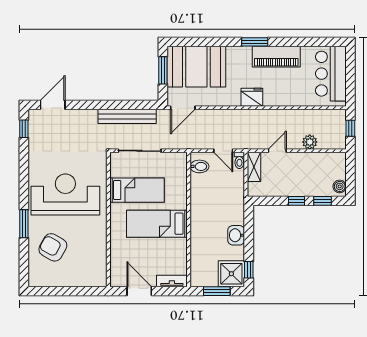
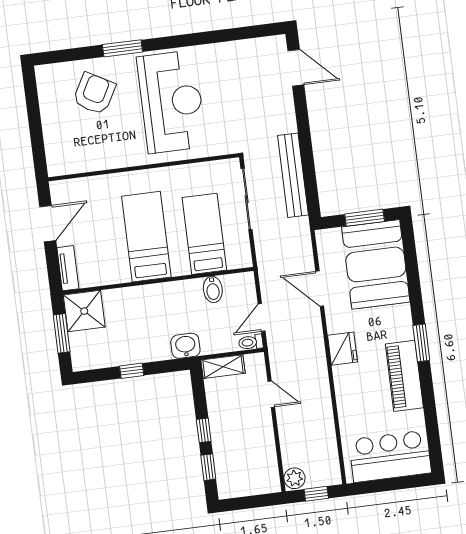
door: (183, 108) -> (320, 289), moved
window: (24, 129) -> (257, 31), removed
plant: (310, 142) -> (294, 478), moved
bidet: (199, 166) -> (213, 289), moved
shelving: (254, 167) -> (223, 367), moved
boiler: (340, 186) -> (232, 489), removed
bed: (137, 190) -> (204, 234), moved, turned 180
washbasin: (236, 235) -> (185, 346), moved
window: (249, 270) -> (132, 371), moved
shower: (231, 274) -> (84, 311), moved

